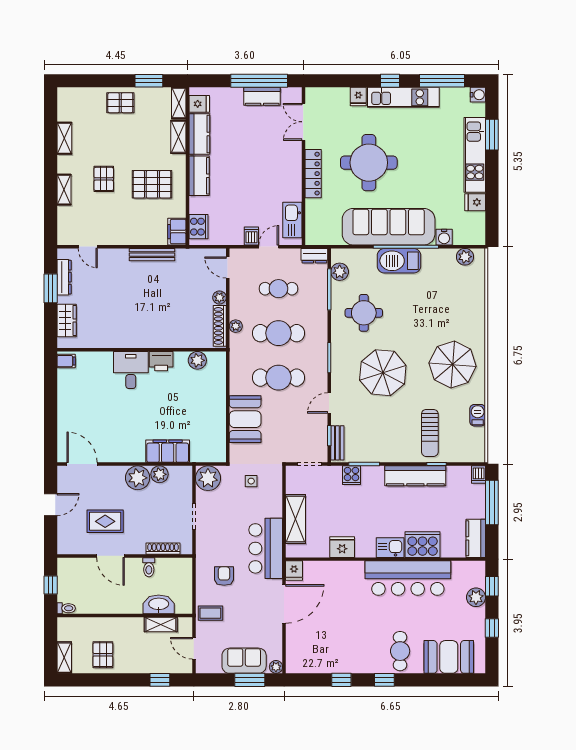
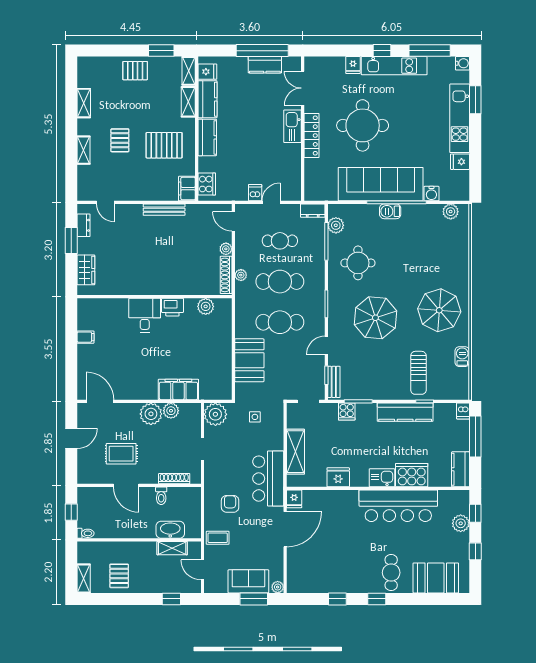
kitchen sink: (292, 220) -> (293, 126), moved
barbecue: (399, 261) -> (390, 211), width x0.53, depth x0.65
dresser: (64, 277) -> (84, 225), width x0.70
filing cabinet: (66, 361) -> (86, 337), moved

